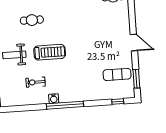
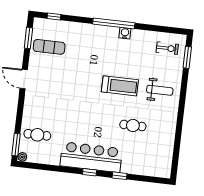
treadmill: (50, 52) -> (120, 86), turned 180
exercise bike: (36, 82) -> (167, 48), moved

